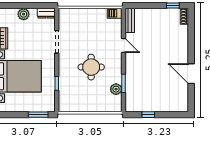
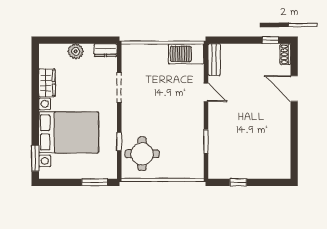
barbecue: (115, 13) -> (186, 54), width x1.88, depth x1.53
round table: (91, 67) -> (142, 154), moved
door: (191, 74) -> (294, 89), moved
plant: (116, 89) -> (196, 149), removed

